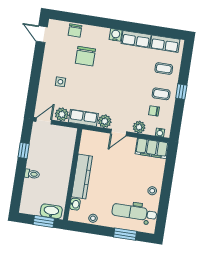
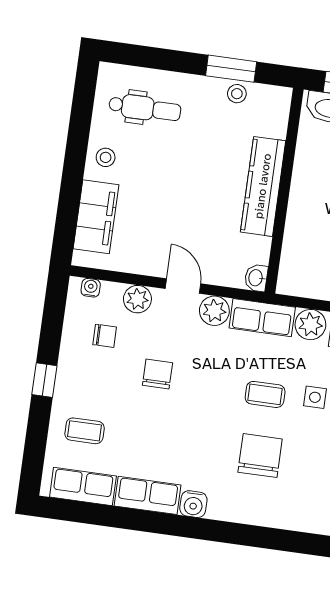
chair: (75, 30) -> (157, 374), moved
coffee table: (161, 94) -> (265, 394), moved
door: (119, 133) -> (183, 286), hinge flipped
filing cabinet: (152, 148) -> (96, 217), moved, turned 90
washbasin: (75, 204) -> (256, 278), moved
dental chair: (134, 212) -> (145, 108), width x0.73, depth x0.72
window: (125, 234) -> (231, 69), moved

